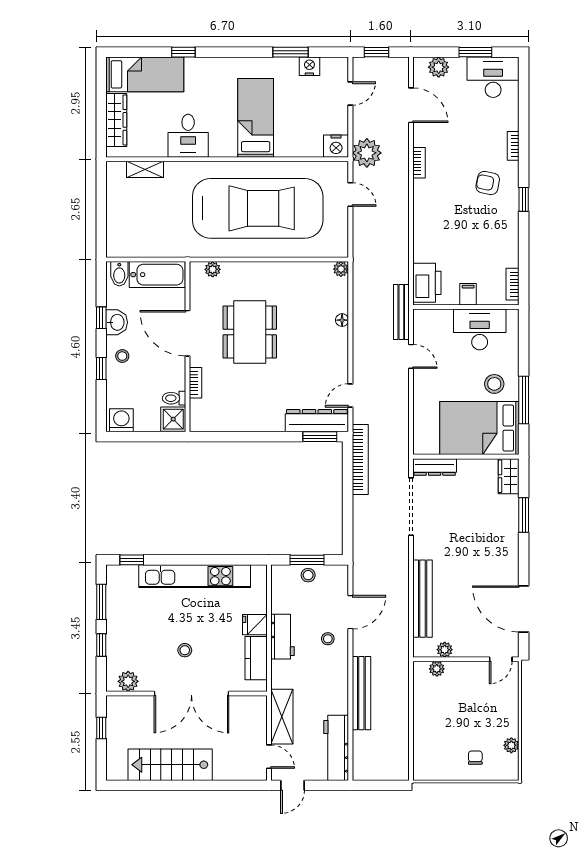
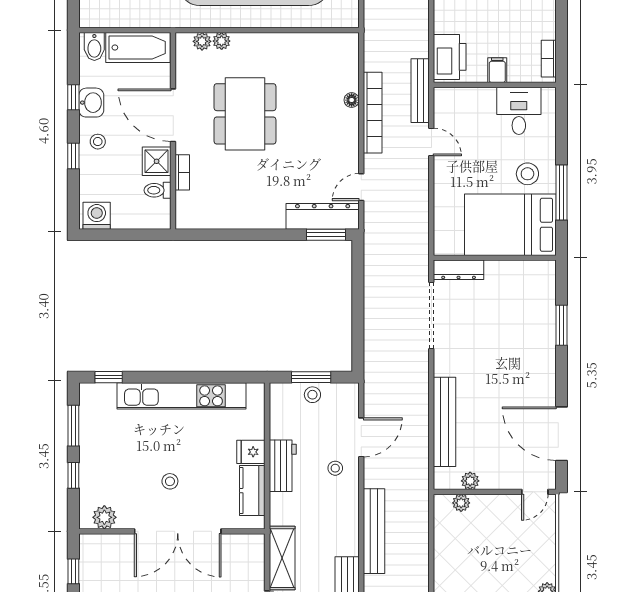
plant: (341, 269) -> (222, 41), moved
desk: (480, 329) -> (519, 111), width x0.73
shower: (173, 419) -> (157, 161), moved
bookcase: (360, 459) -> (373, 113), moved
wardrobe: (509, 476) -> (544, 280), removed

